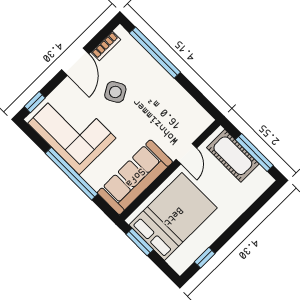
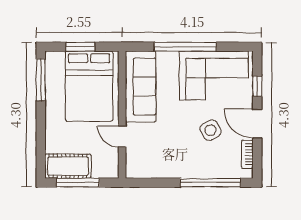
window: (35, 102) -> (257, 86), moved
cot: (233, 156) -> (68, 166), moved
window: (140, 242) -> (80, 47), moved
window: (205, 258) -> (41, 80), width x2.17

